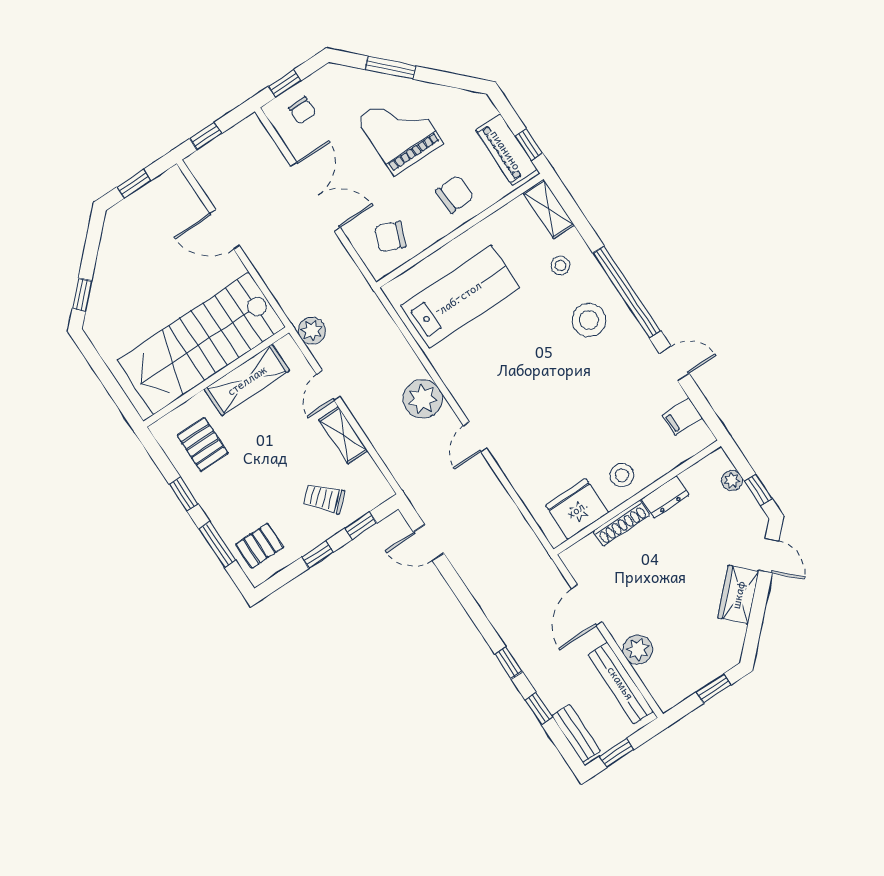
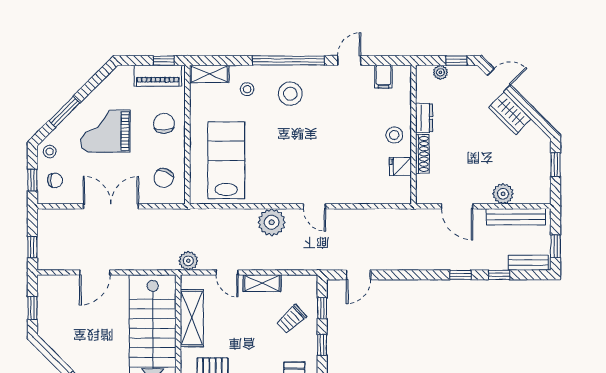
stool: (332, 81) -> (50, 152), added
fridge: (577, 509) -> (400, 166), width x0.53, depth x0.75

